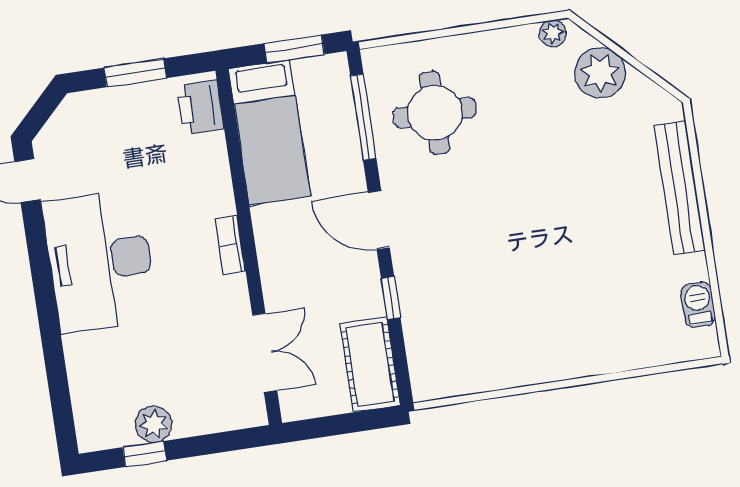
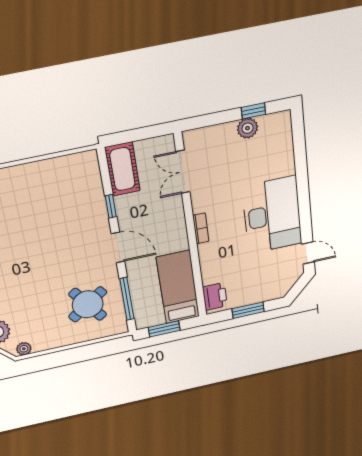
round table: (435, 113) -> (88, 304), turned -35

